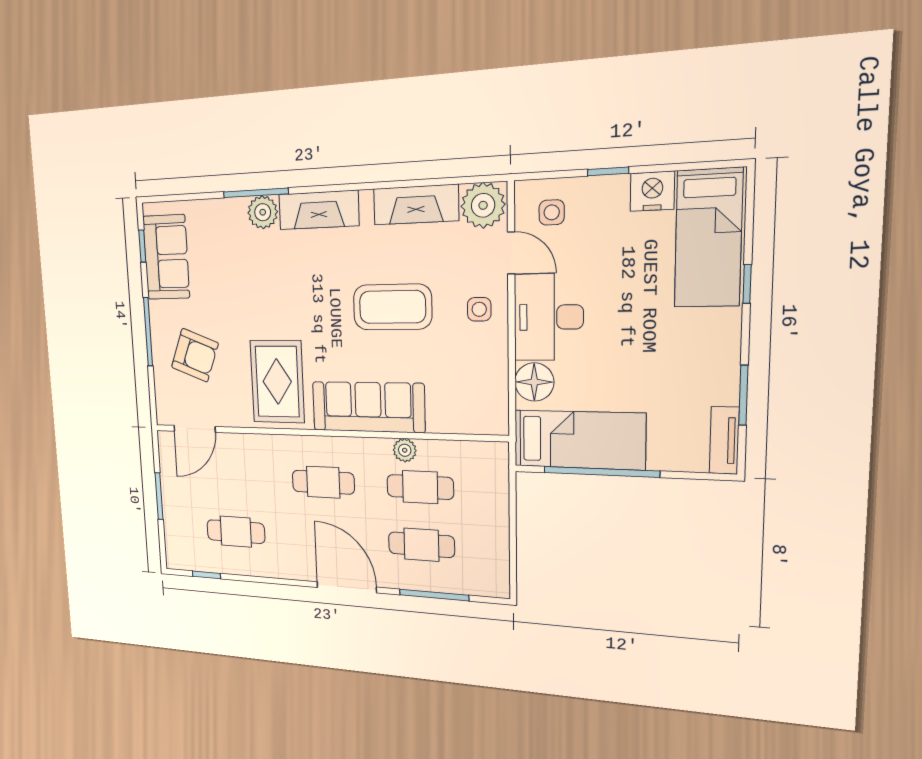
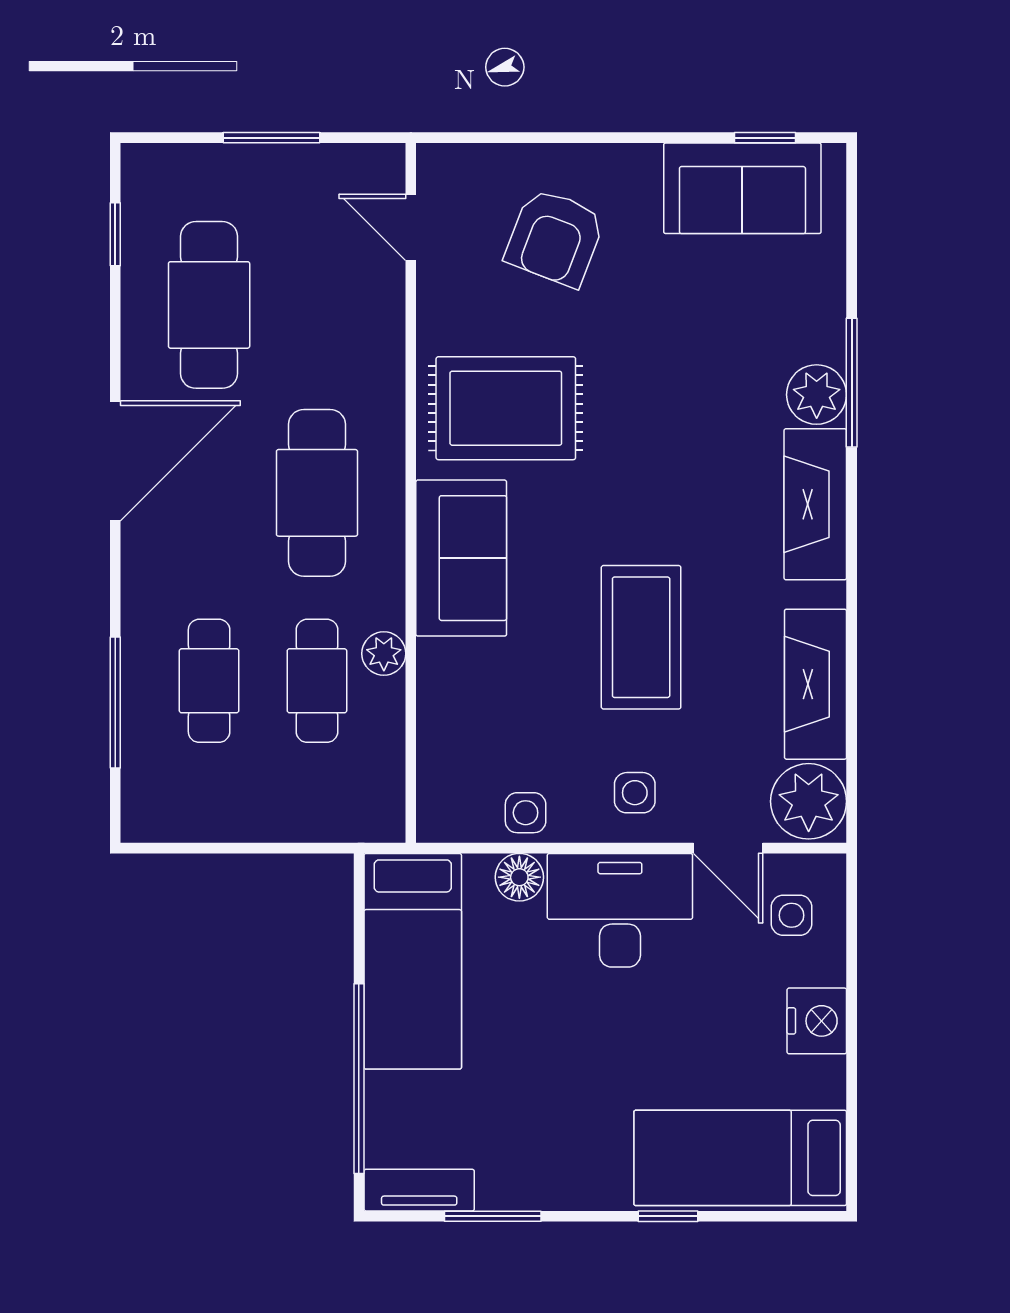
window: (608, 171) -> (852, 1005), removed
nightstand: (652, 191) -> (817, 1021), moved
door: (511, 253) -> (728, 848), hinge flipped
window: (148, 332) -> (600, 138), removed
side table: (491, 373) -> (526, 813), added
floor lamp: (534, 382) -> (519, 877), width x0.73, depth x0.73
sofa: (368, 407) -> (461, 558), width x0.73
door: (195, 429) -> (411, 227), width x0.73
window: (601, 472) -> (359, 1079), moved
cafe table: (323, 482) -> (317, 493), width x1.37, depth x1.35
cafe table: (236, 532) -> (209, 305), width x1.37, depth x1.35
door: (347, 587) -> (115, 461), moved

